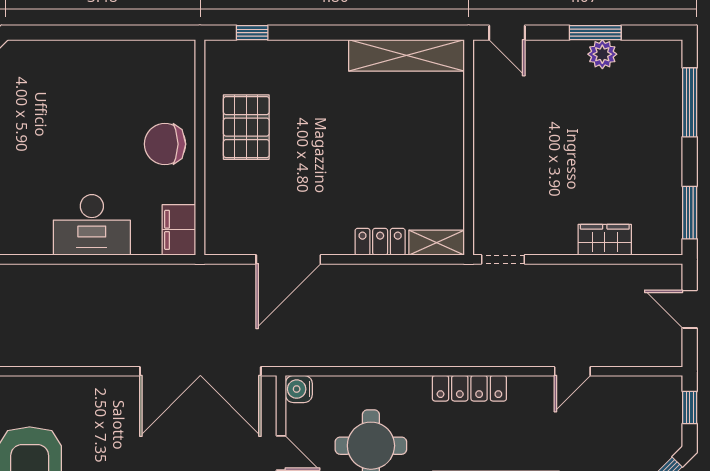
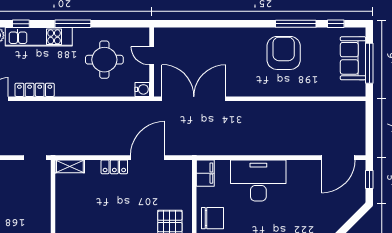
desk: (92, 225) -> (258, 180), width x1.36, depth x1.30
locker: (380, 242) -> (114, 167), moved
locker: (469, 388) -> (35, 90), moved

